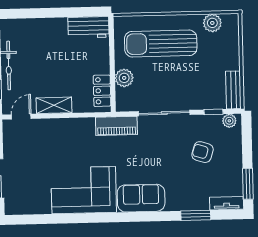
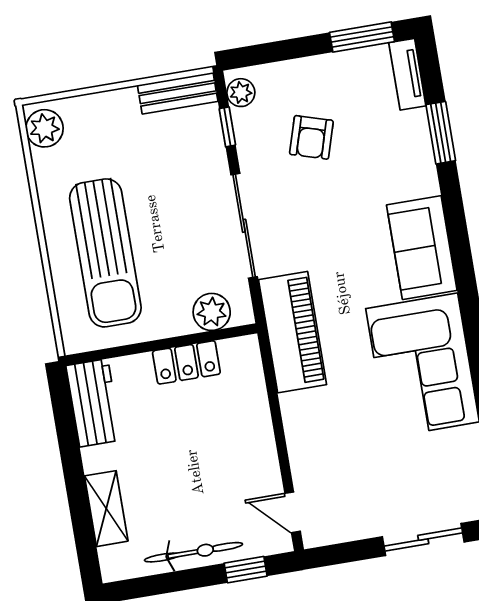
plant: (212, 23) -> (44, 128), moved
plant: (124, 78) -> (212, 312), moved
locker: (102, 91) -> (186, 362), moved
shelving: (54, 105) -> (106, 509), moved
piano: (116, 126) -> (293, 332), width x1.37, depth x1.33

